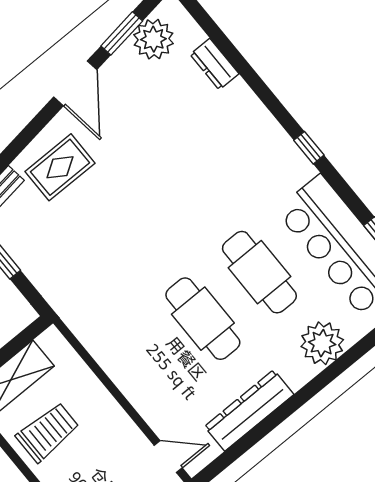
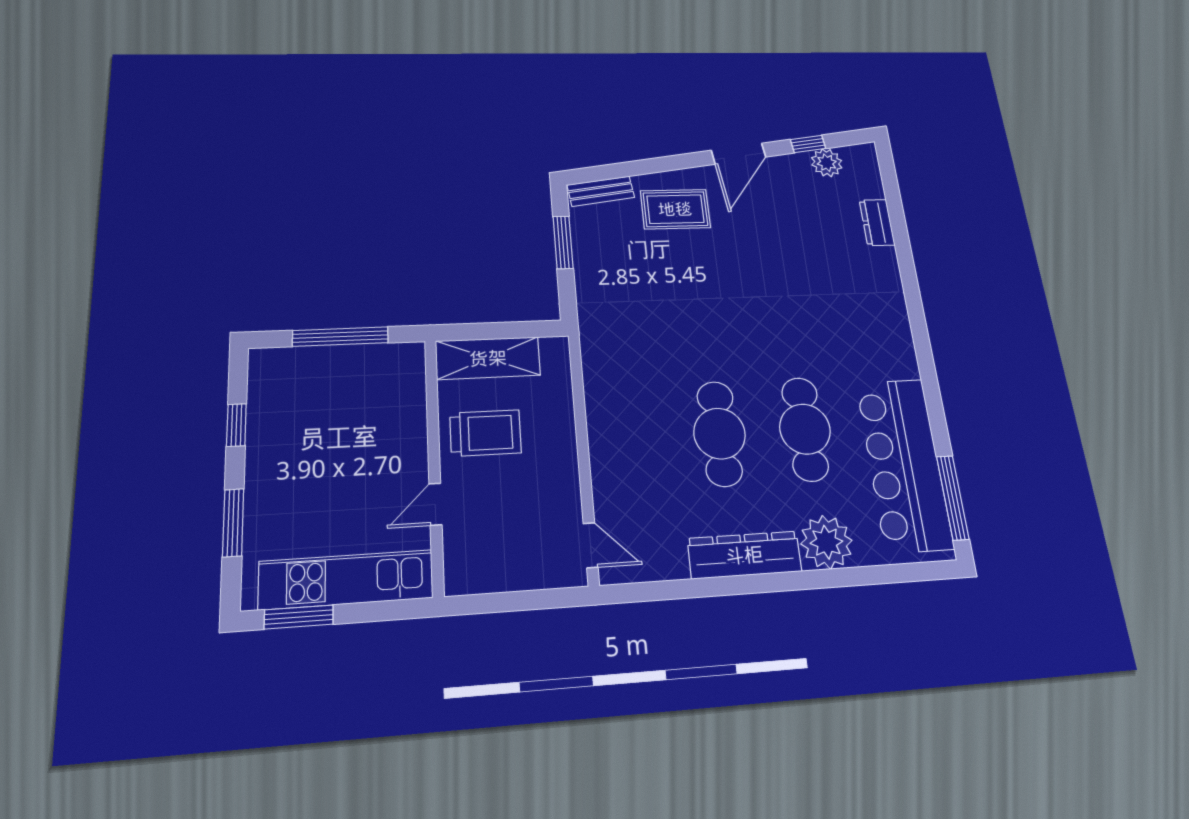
window: (122, 33) -> (808, 144), width x0.67
plant: (153, 39) -> (827, 163), width x0.73, depth x0.73
window: (309, 148) -> (923, 350), removed
dresser: (249, 410) -> (744, 555), moved

